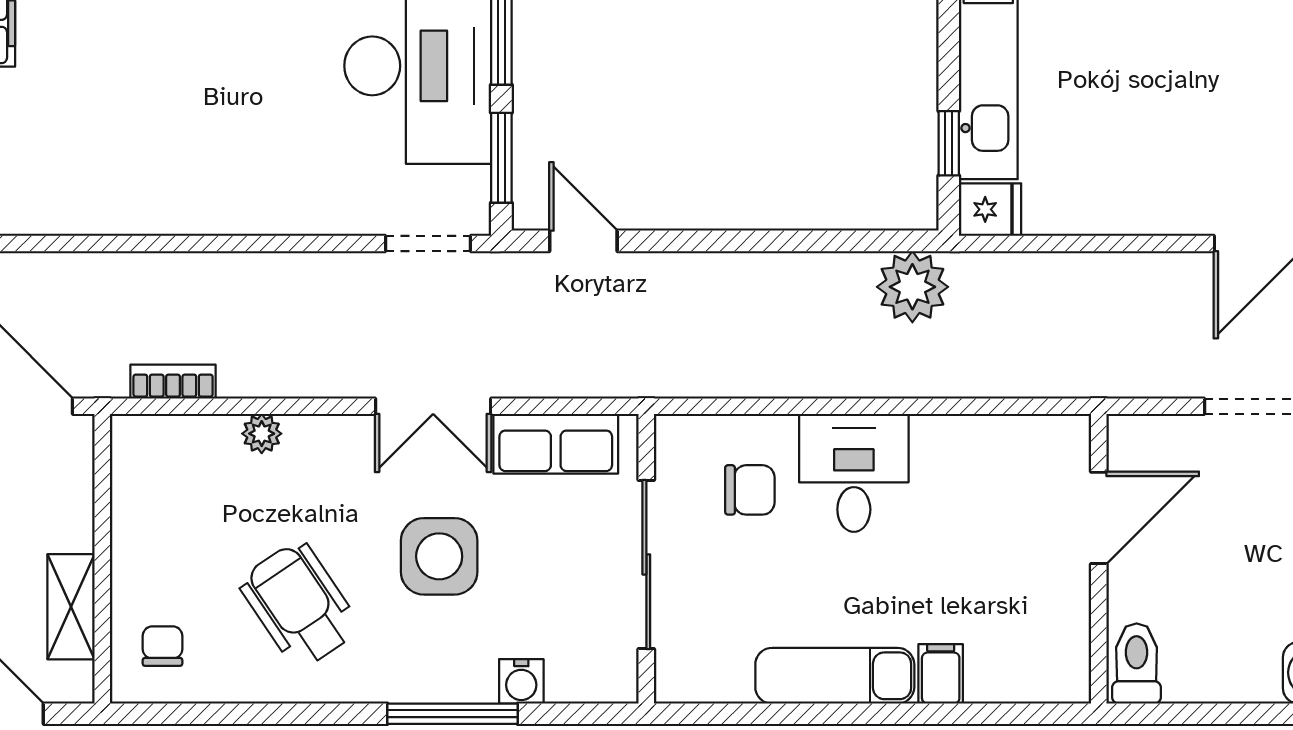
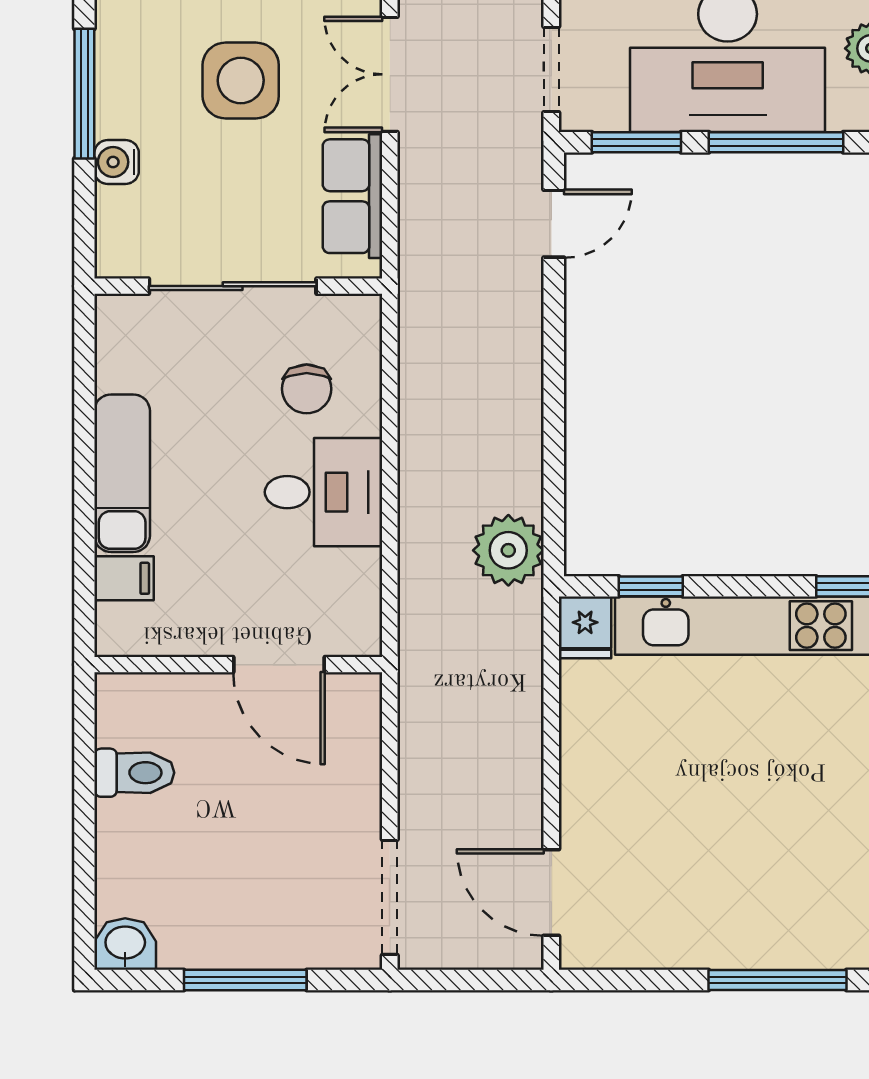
door: (1099, 518) -> (279, 665), moved
wall: (1099, 559) -> (238, 665), moved

